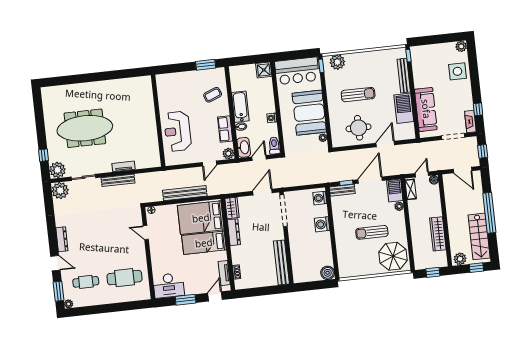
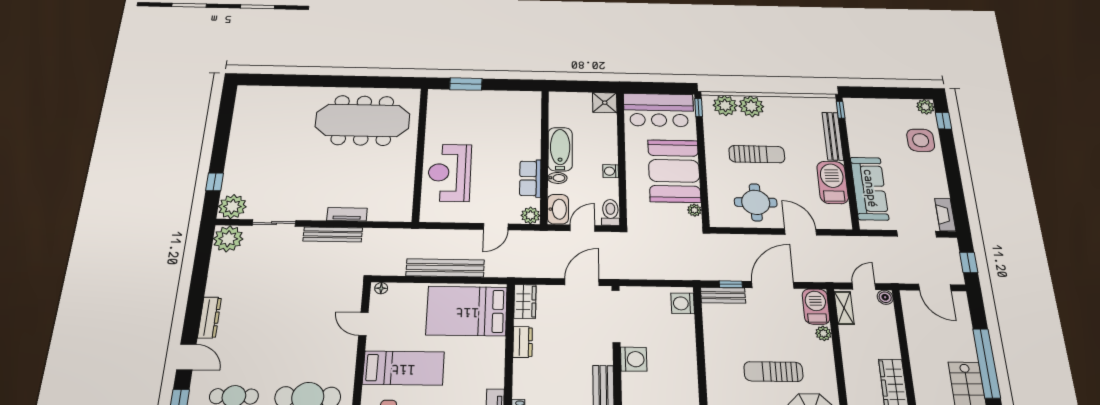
plant: (354, 61) -> (751, 106), added
window: (206, 65) -> (466, 84), moved
coffee table: (213, 95) -> (517, 127), removed
window: (478, 109) -> (944, 121), moved
meeting table: (85, 128) -> (363, 120), moved
door: (385, 144) -> (801, 232), hinge flipped
washing machine: (322, 224) -> (634, 359), moved, turned 180
dresser: (234, 232) -> (523, 342), width x0.70
bed: (204, 243) -> (403, 368), moved, turned 180

